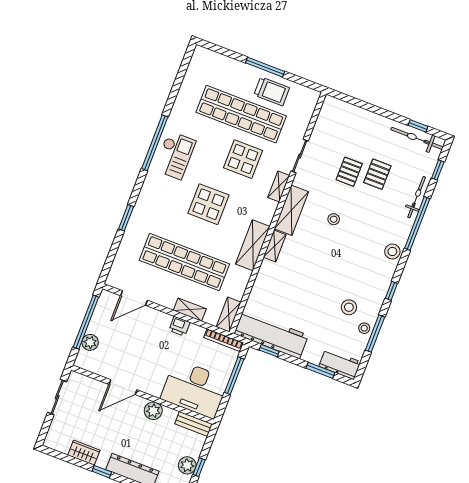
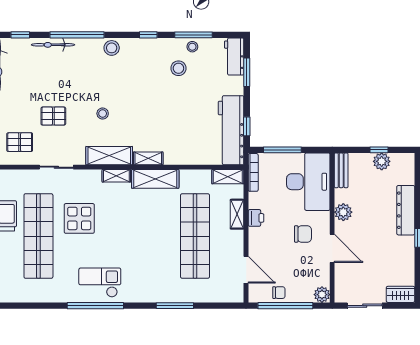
pallet: (377, 174) -> (20, 142), moved
shelving: (279, 187) -> (116, 176), moved
display table: (209, 204) -> (133, 234), removed
window: (126, 218) -> (175, 306), width x1.44
chair: (101, 321) -> (279, 293), added
plant: (90, 342) -> (322, 295), moved
chair: (147, 365) -> (303, 234), added
wardrobe: (84, 453) -> (401, 294), moved, turned 90

